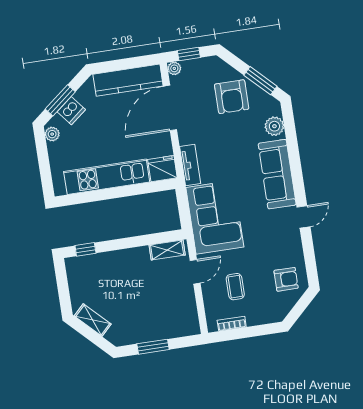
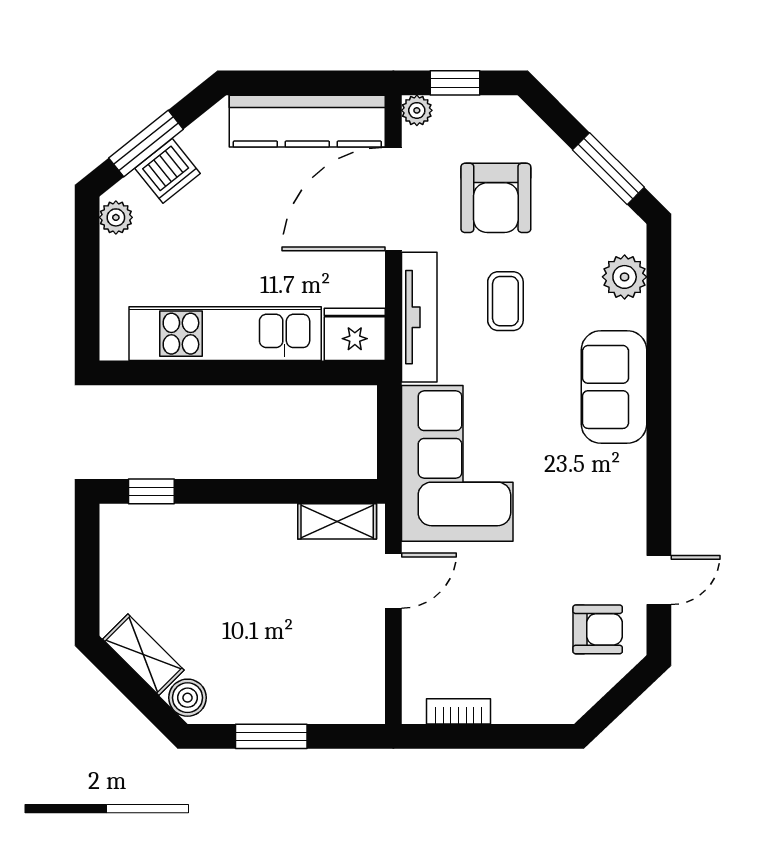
armchair: (232, 97) -> (496, 198), moved
tv unit: (190, 165) -> (419, 317), width x1.41
sofa: (277, 174) -> (614, 387), width x0.73
door: (303, 217) -> (659, 580), moved
coffee table: (235, 287) -> (505, 301), moved
boiler: (114, 336) -> (188, 698), added

